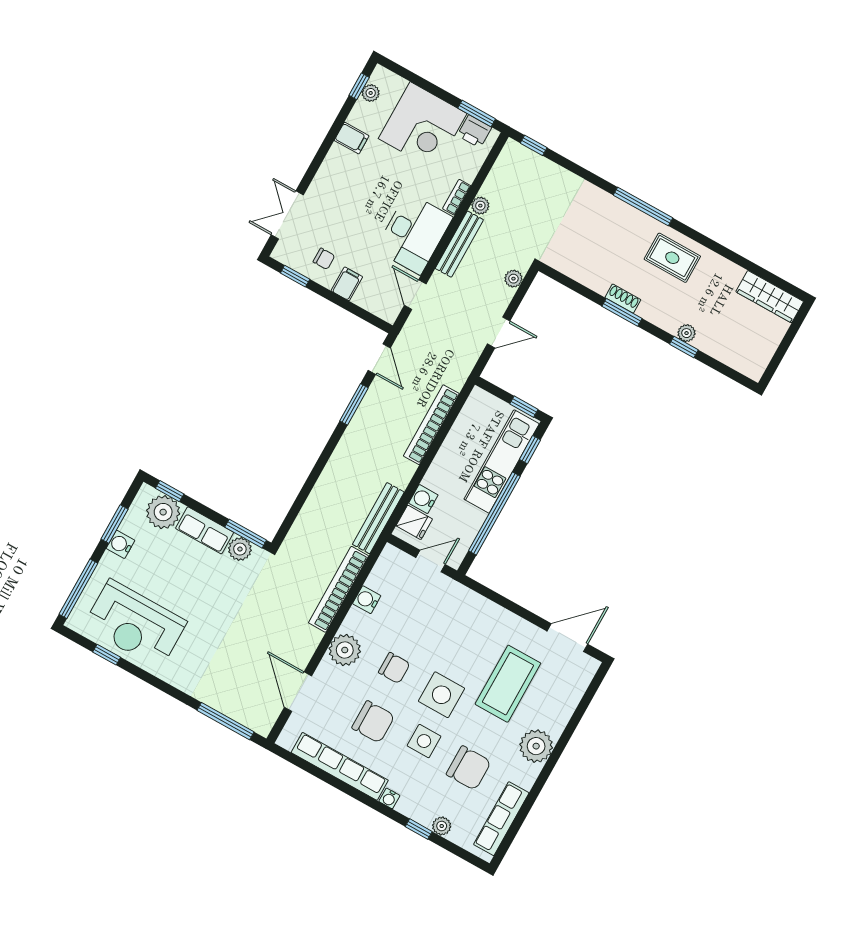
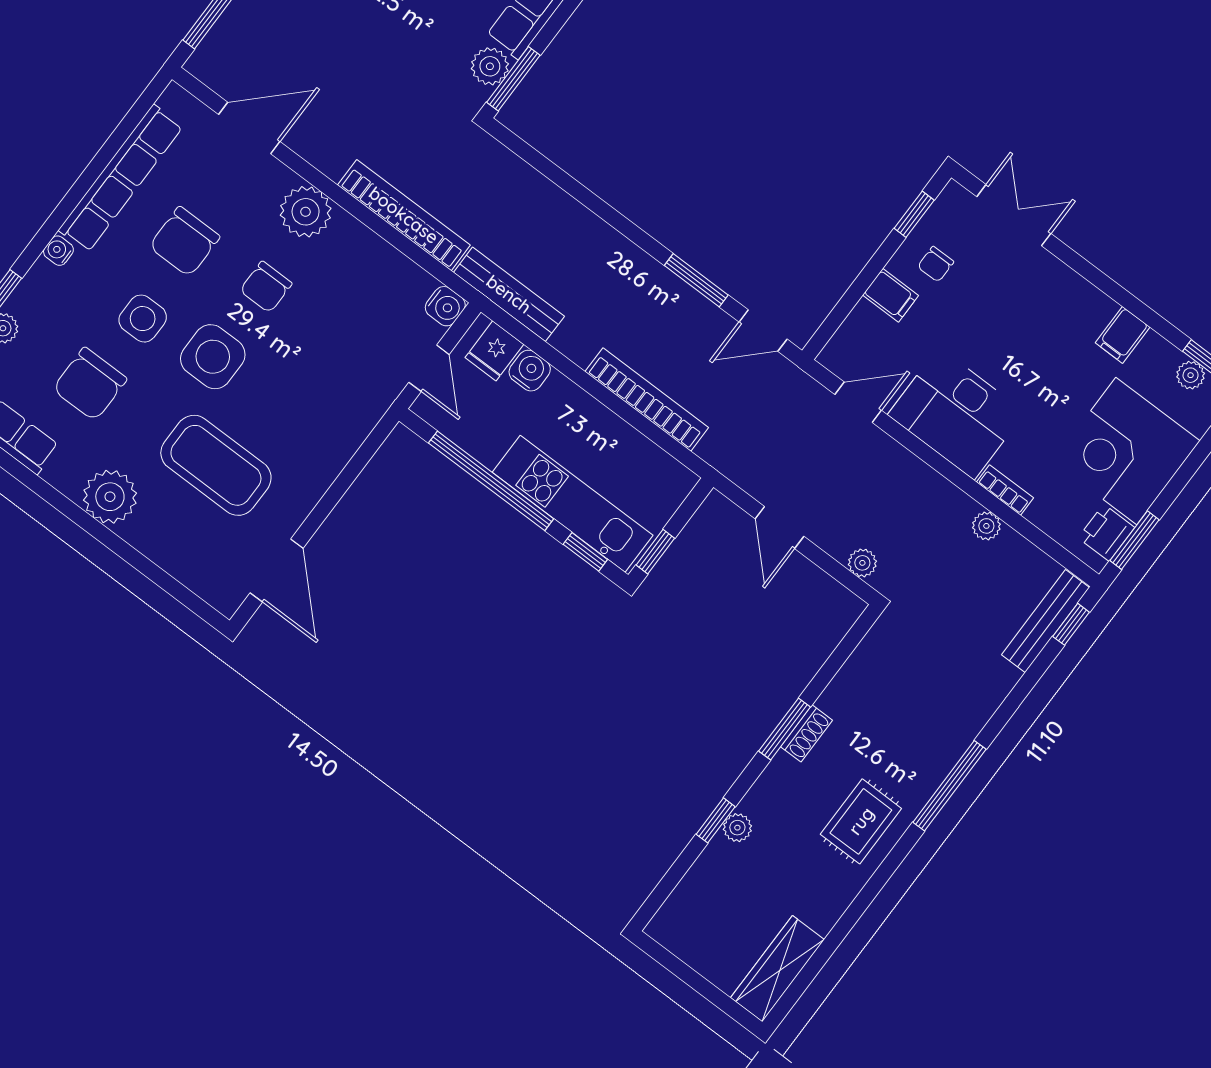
bench: (459, 244) -> (1046, 621), moved, turned 90
water cooler: (367, 600) -> (445, 306), moved, turned 90

